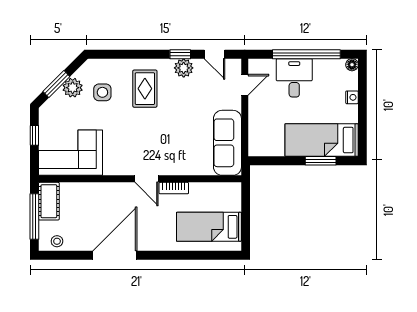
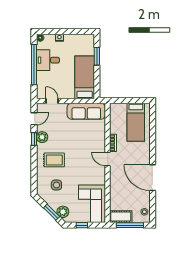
desk: (294, 78) -> (48, 60), moved
plant: (73, 88) -> (63, 212), moved
bed: (322, 140) -> (85, 77), moved, turned 180
door: (147, 179) -> (108, 159), swing flipped

